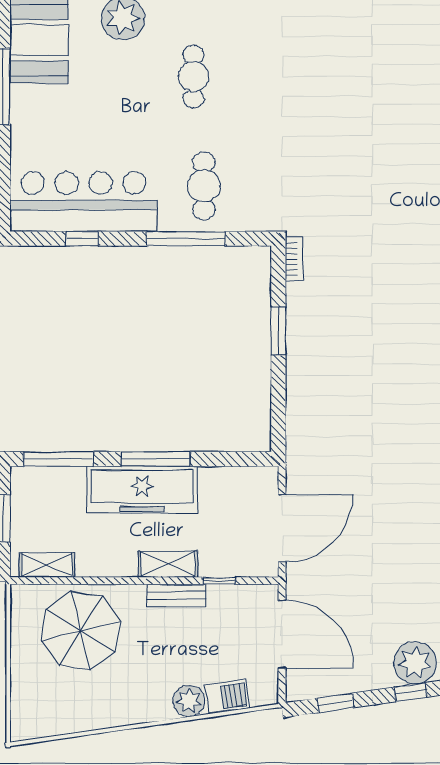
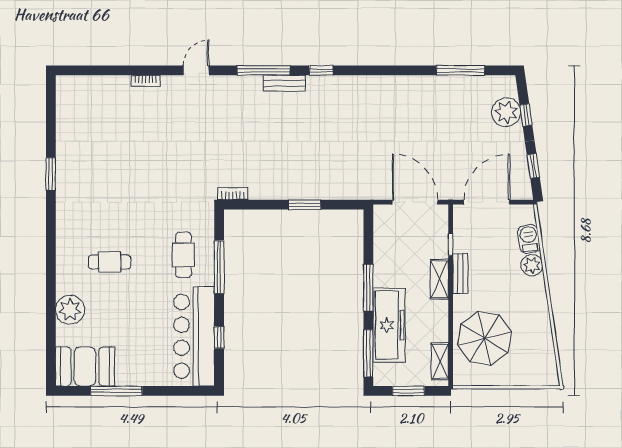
cafe table: (204, 186) -> (183, 255), turned 90
window: (278, 331) -> (305, 205), moved
freezer: (142, 490) -> (389, 325), moved

